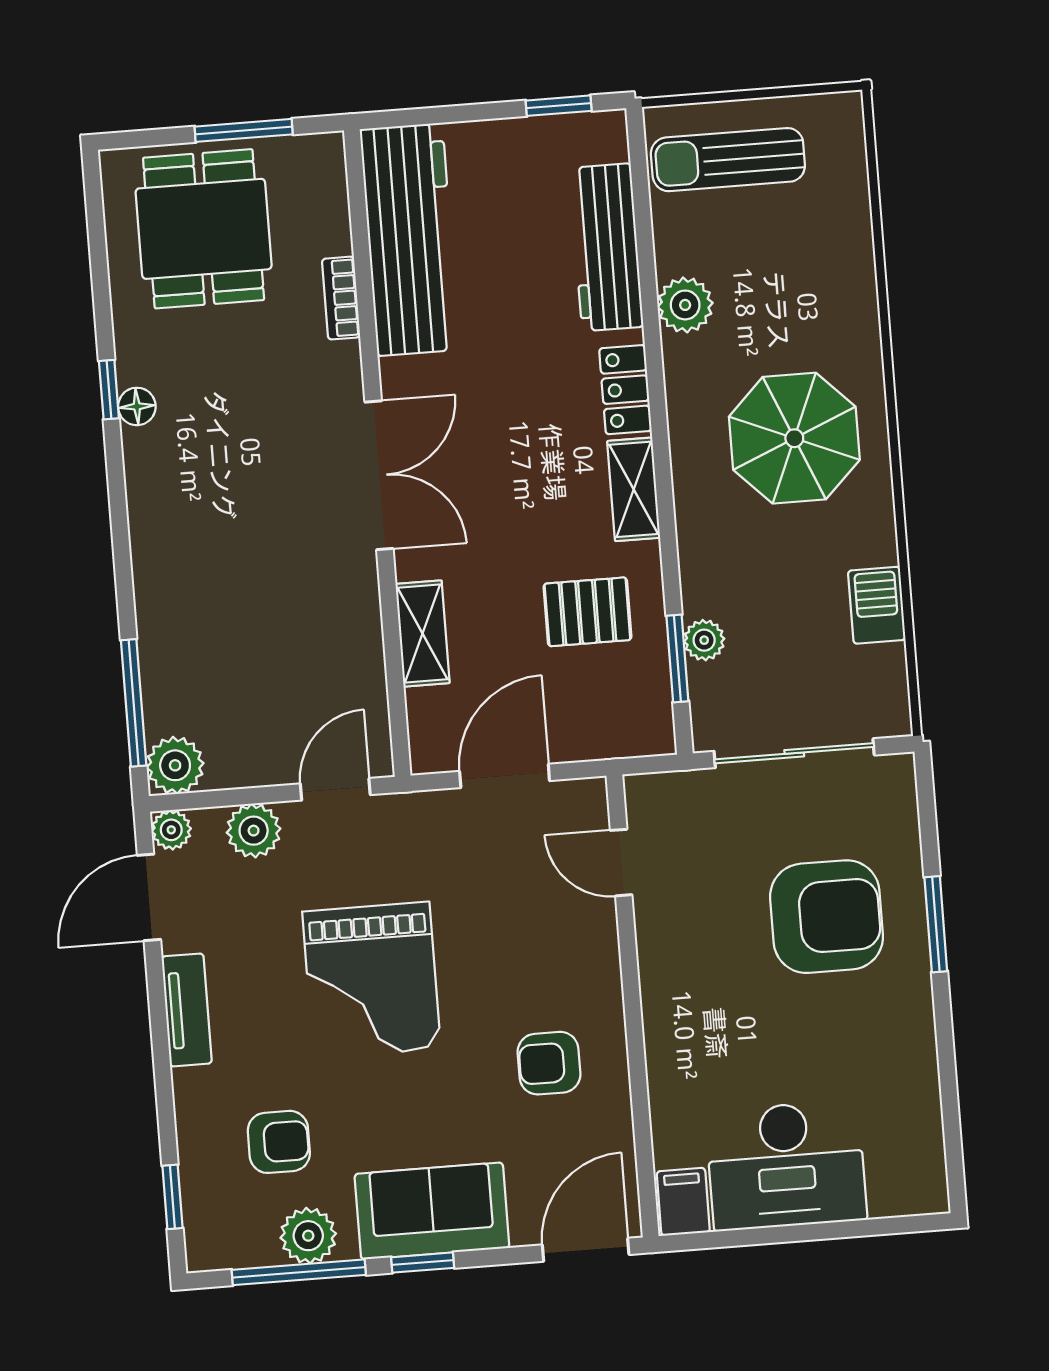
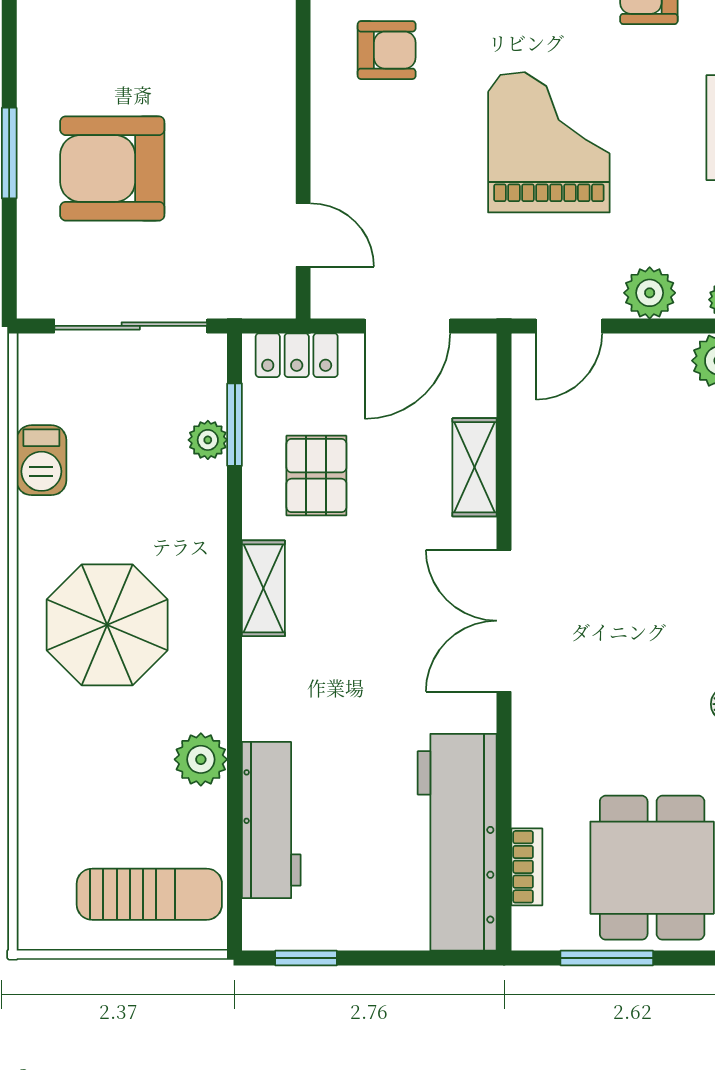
bookcase: (341, 298) -> (527, 867), moved
locker: (625, 390) -> (297, 355), moved, turned 90
pallet: (587, 612) -> (316, 476), turned 90

